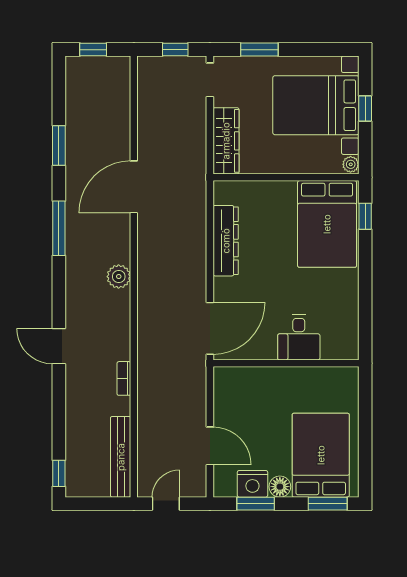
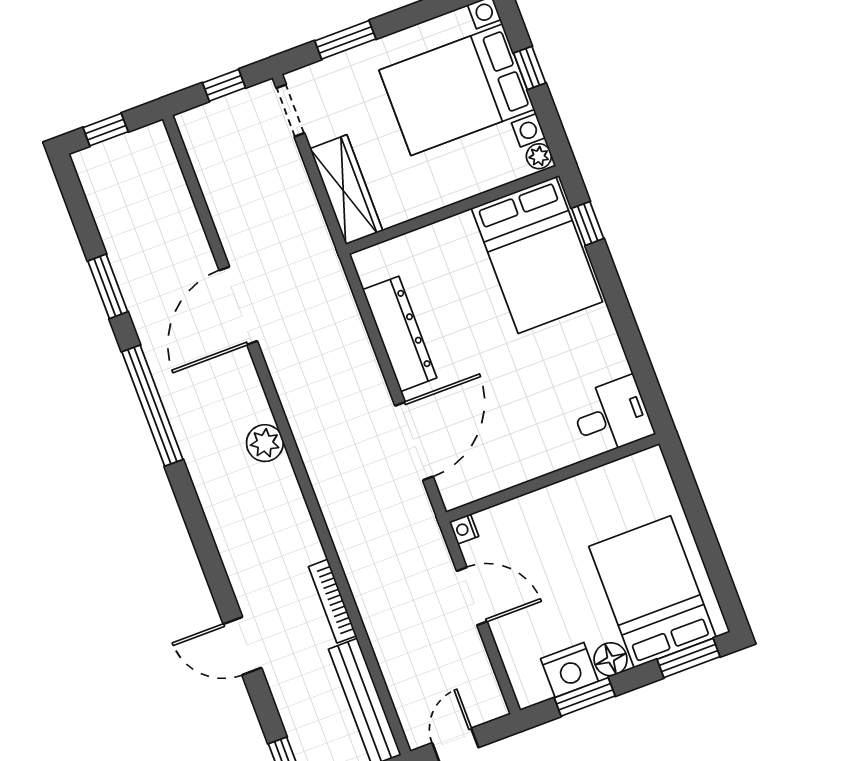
window: (59, 228) -> (152, 406), width x1.46
door: (210, 328) -> (414, 441), moved
desk: (299, 337) -> (612, 416), moved, turned -90
door: (59, 346) -> (242, 646), moved
nightstand: (220, 374) -> (464, 529), added
bookcase: (124, 378) -> (332, 601), width x1.56
door: (210, 446) -> (472, 596), moved

